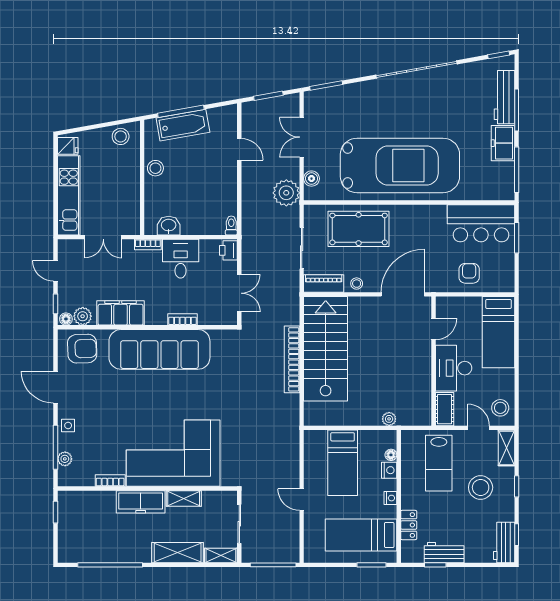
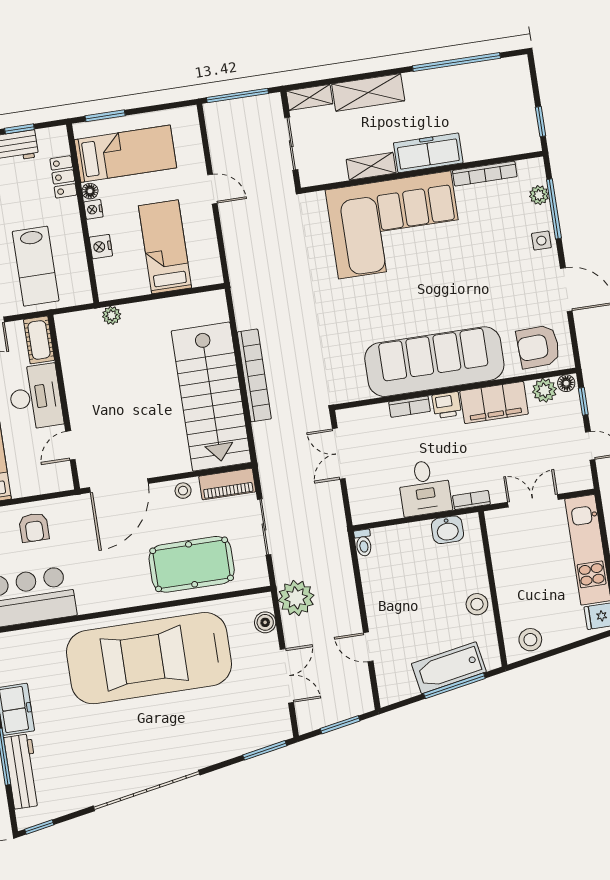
printer: (228, 250) -> (447, 405), moved, turned 90
floor lamp: (391, 455) -> (90, 191), moved
lab bench: (439, 463) -> (36, 266), turned 180
bookcase: (110, 481) -> (485, 174), width x1.56

